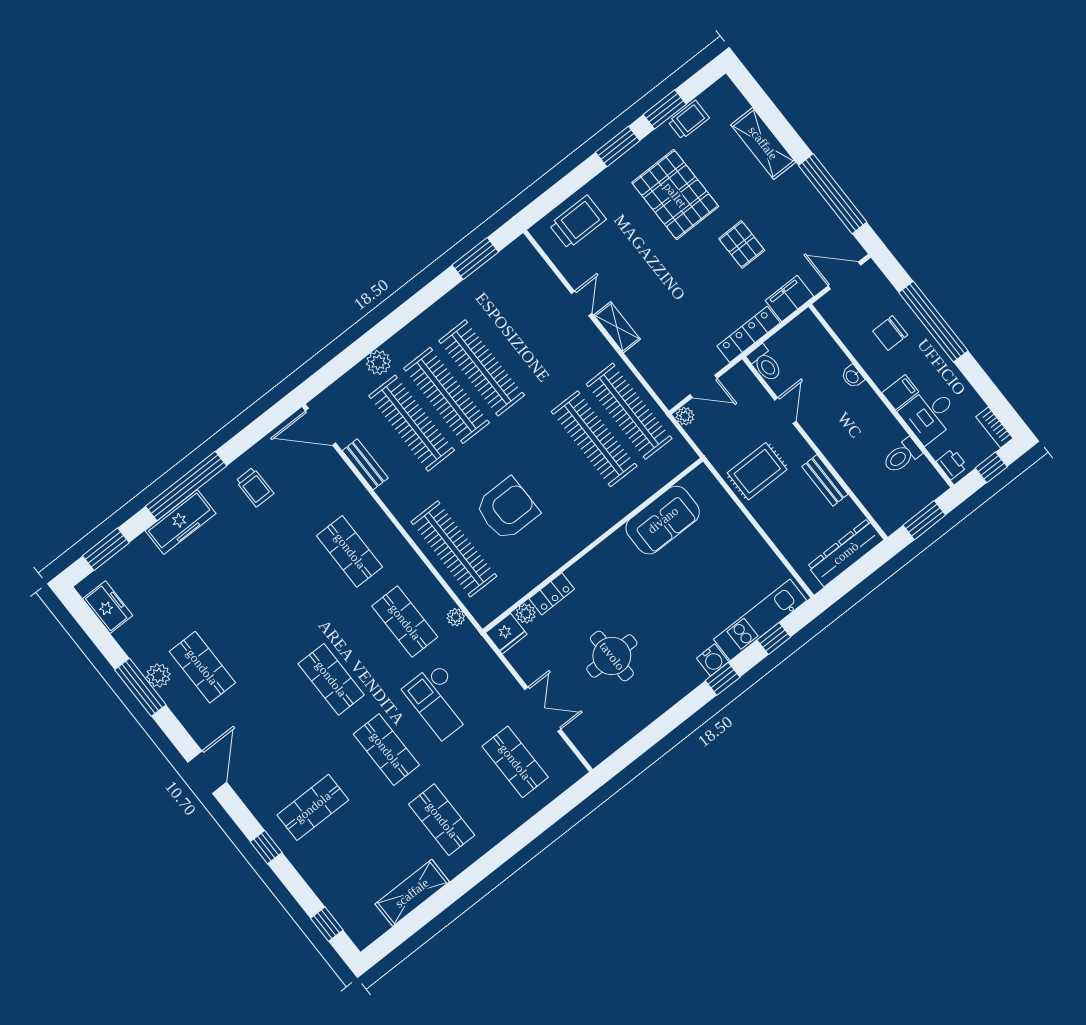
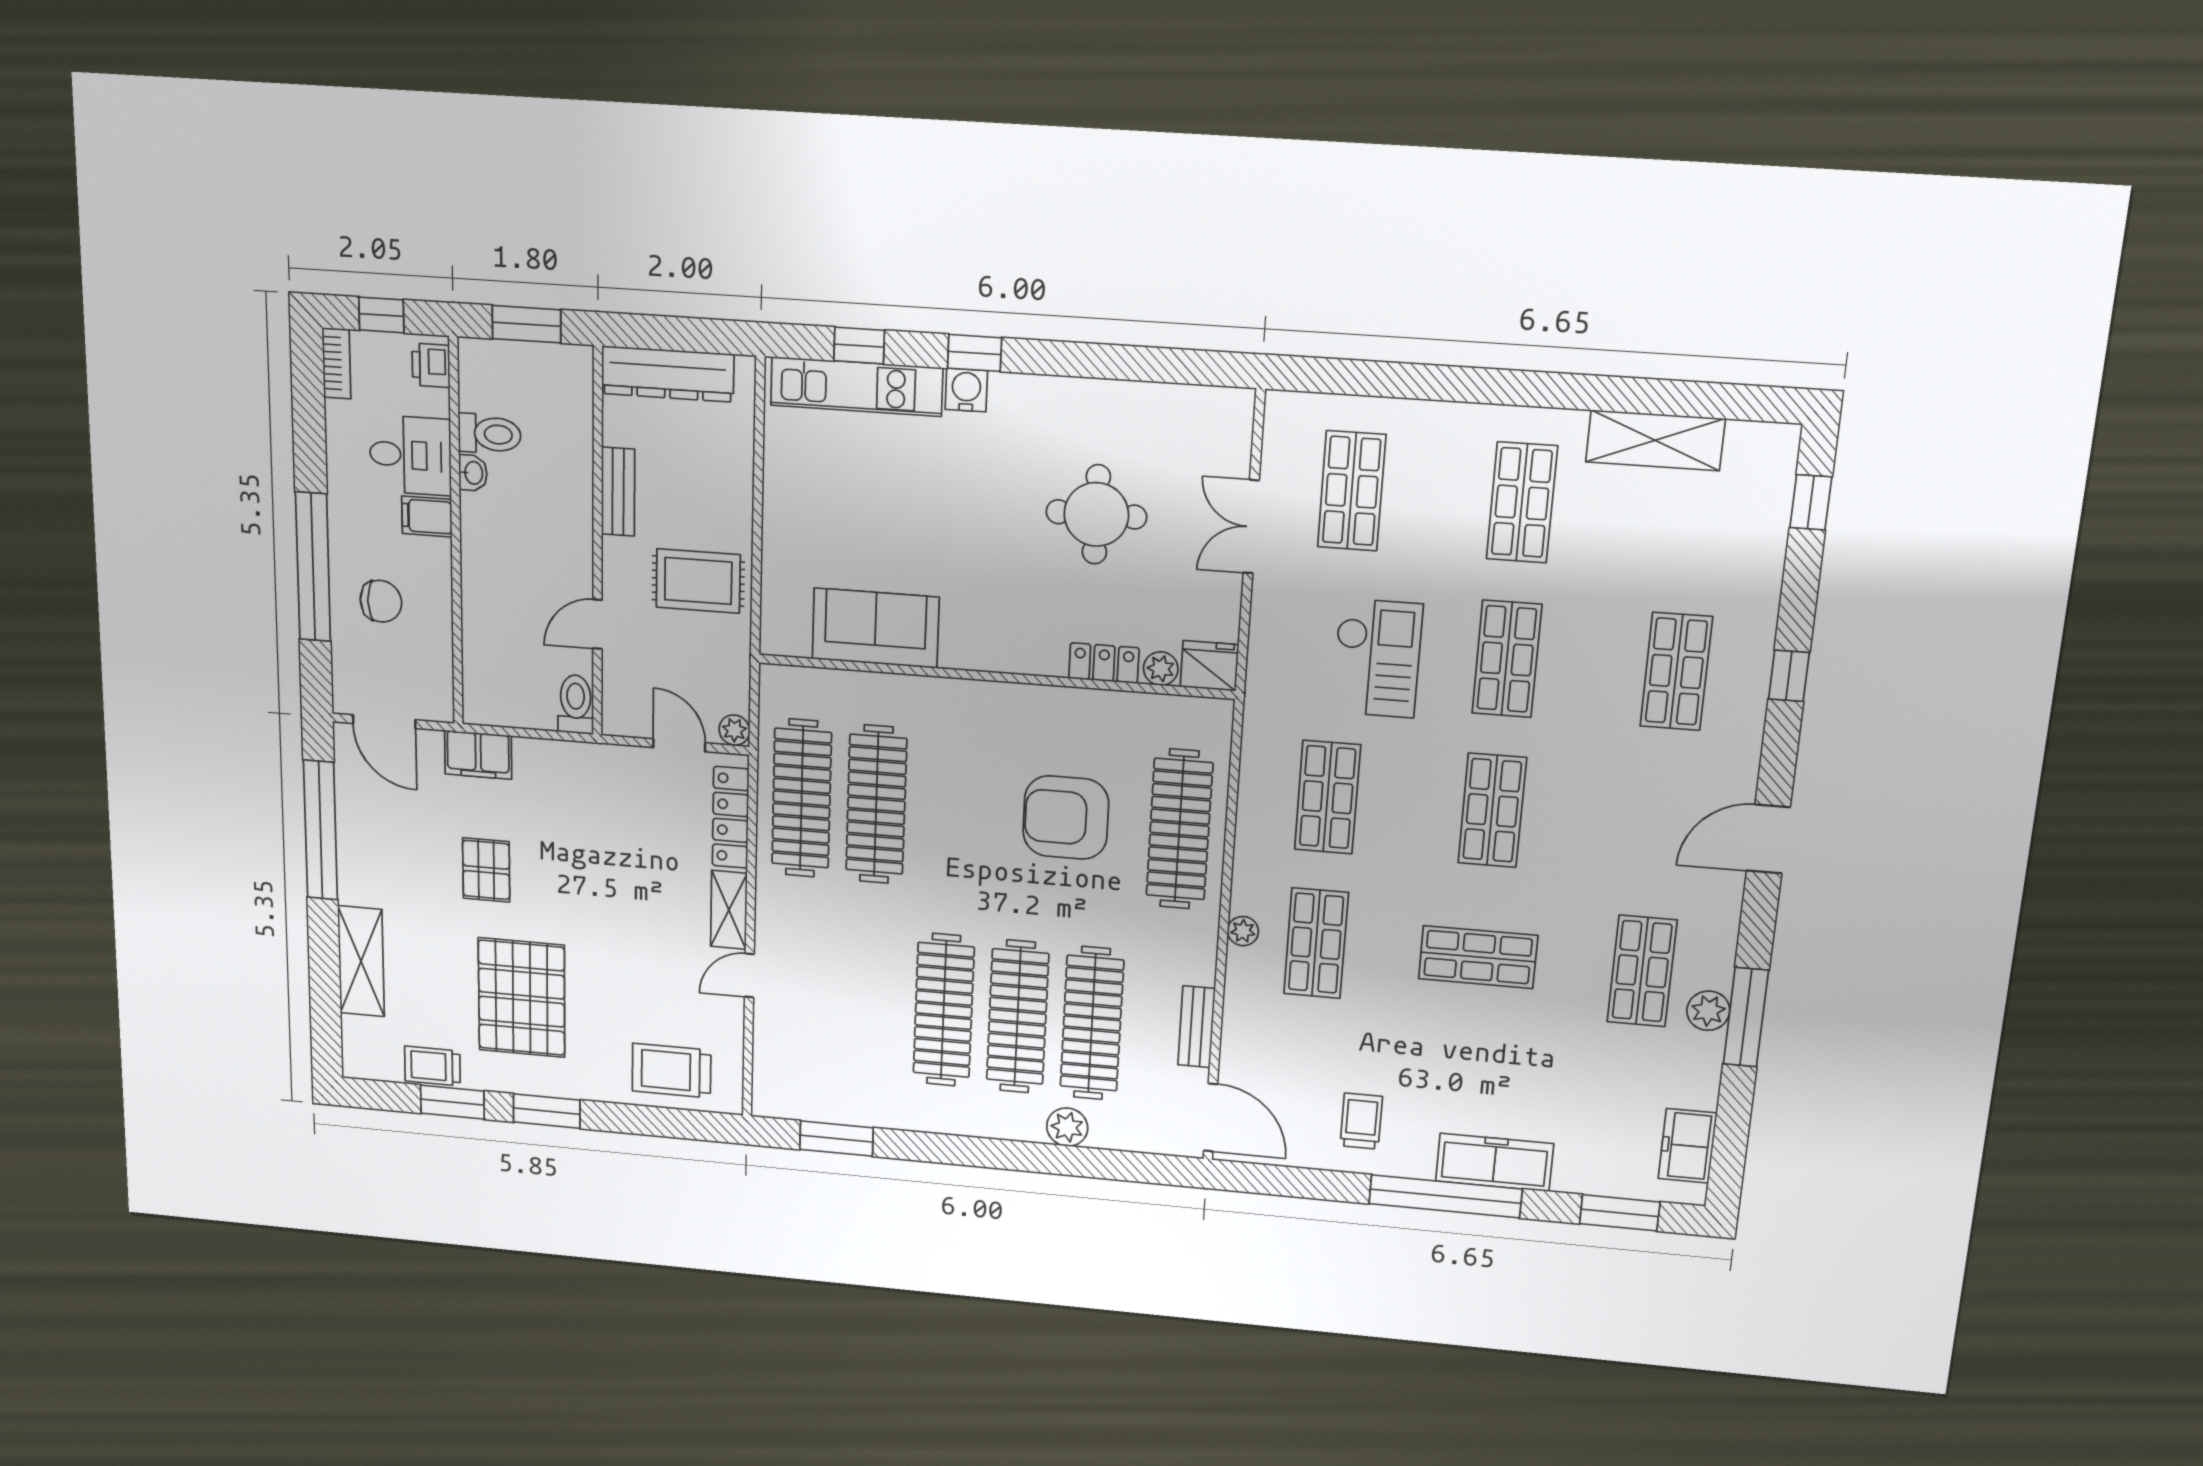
locker: (749, 334) -> (731, 817), moved, turned 90
washbasin: (852, 377) -> (473, 473), moved
shop shelf: (276, 609) -> (1478, 957), added
plant: (456, 617) -> (1243, 931), moved
shop shelf: (313, 807) -> (1676, 672), turned 90

